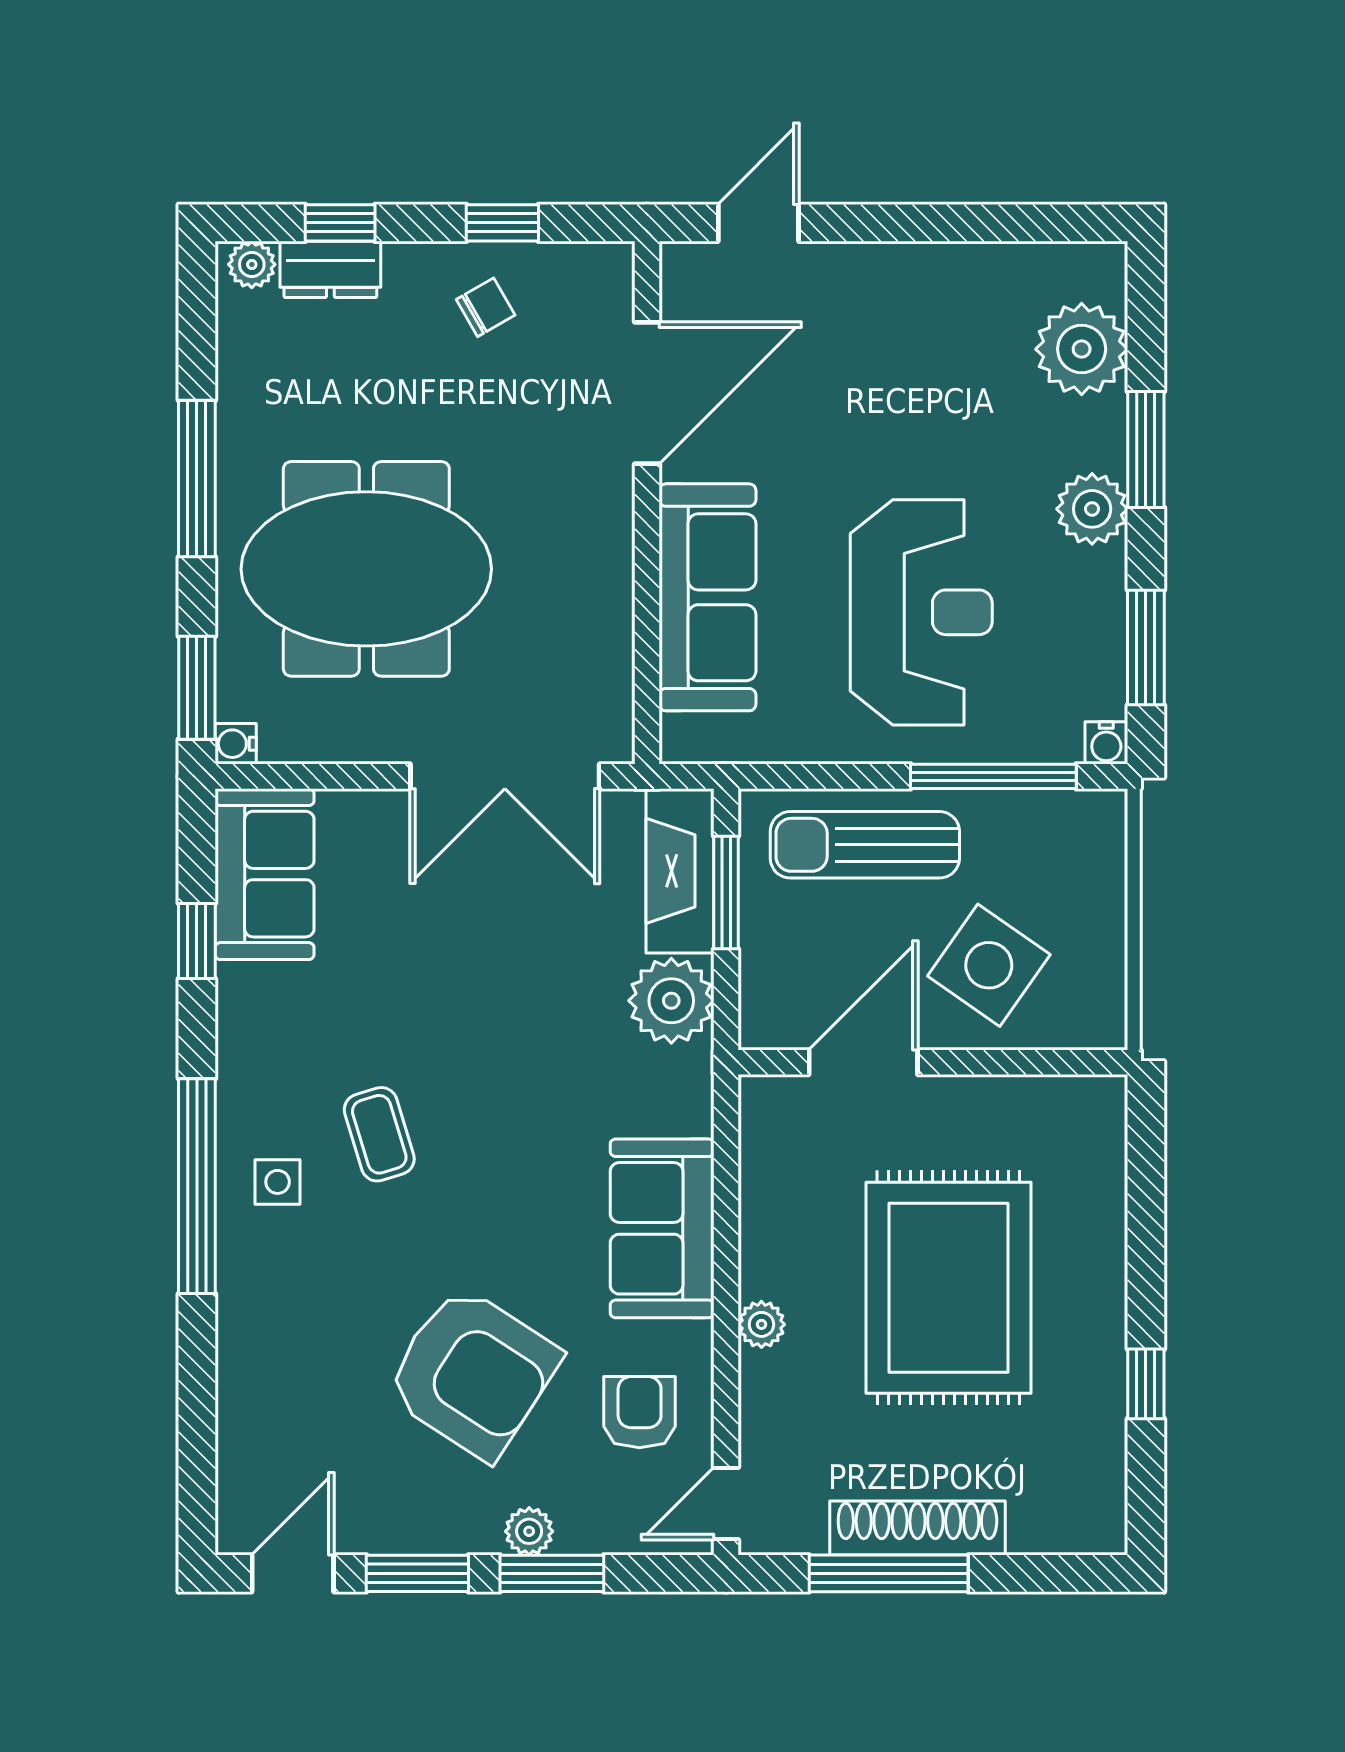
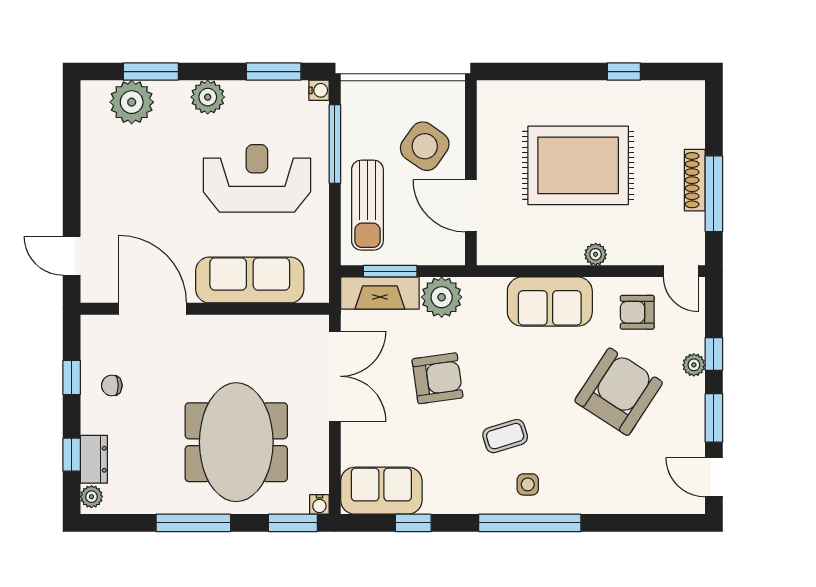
chair: (486, 307) -> (112, 385), turned -60
window: (1146, 450) -> (151, 72), moved
armchair: (501, 992) -> (438, 378), added
shoe rack: (917, 1528) -> (695, 180), width x0.74, depth x0.81
window: (552, 1573) -> (714, 354), width x0.67

